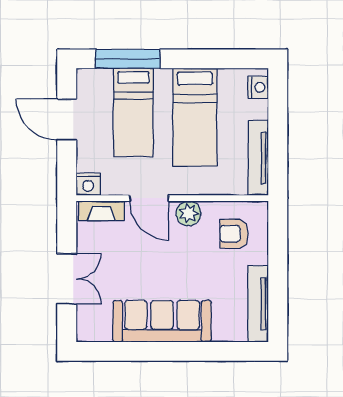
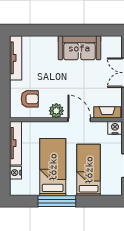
window: (128, 59) -> (57, 201), moved
nightstand: (258, 87) -> (16, 173), moved
sofa: (162, 321) -> (79, 48), width x0.73

